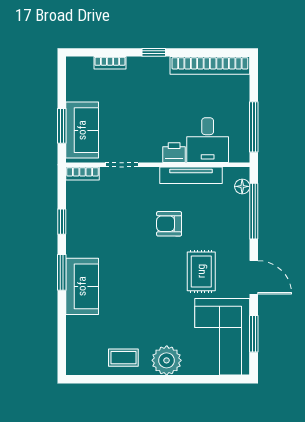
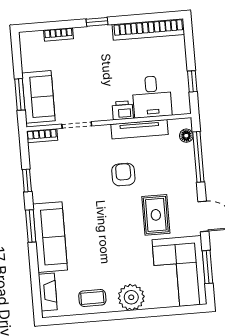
window: (254, 127) -> (192, 81), width x0.46
armchair: (169, 224) -> (123, 175), turned 90
sofa: (82, 286) -> (50, 237), width x1.36
fireplace: (75, 347) -> (48, 292), added

